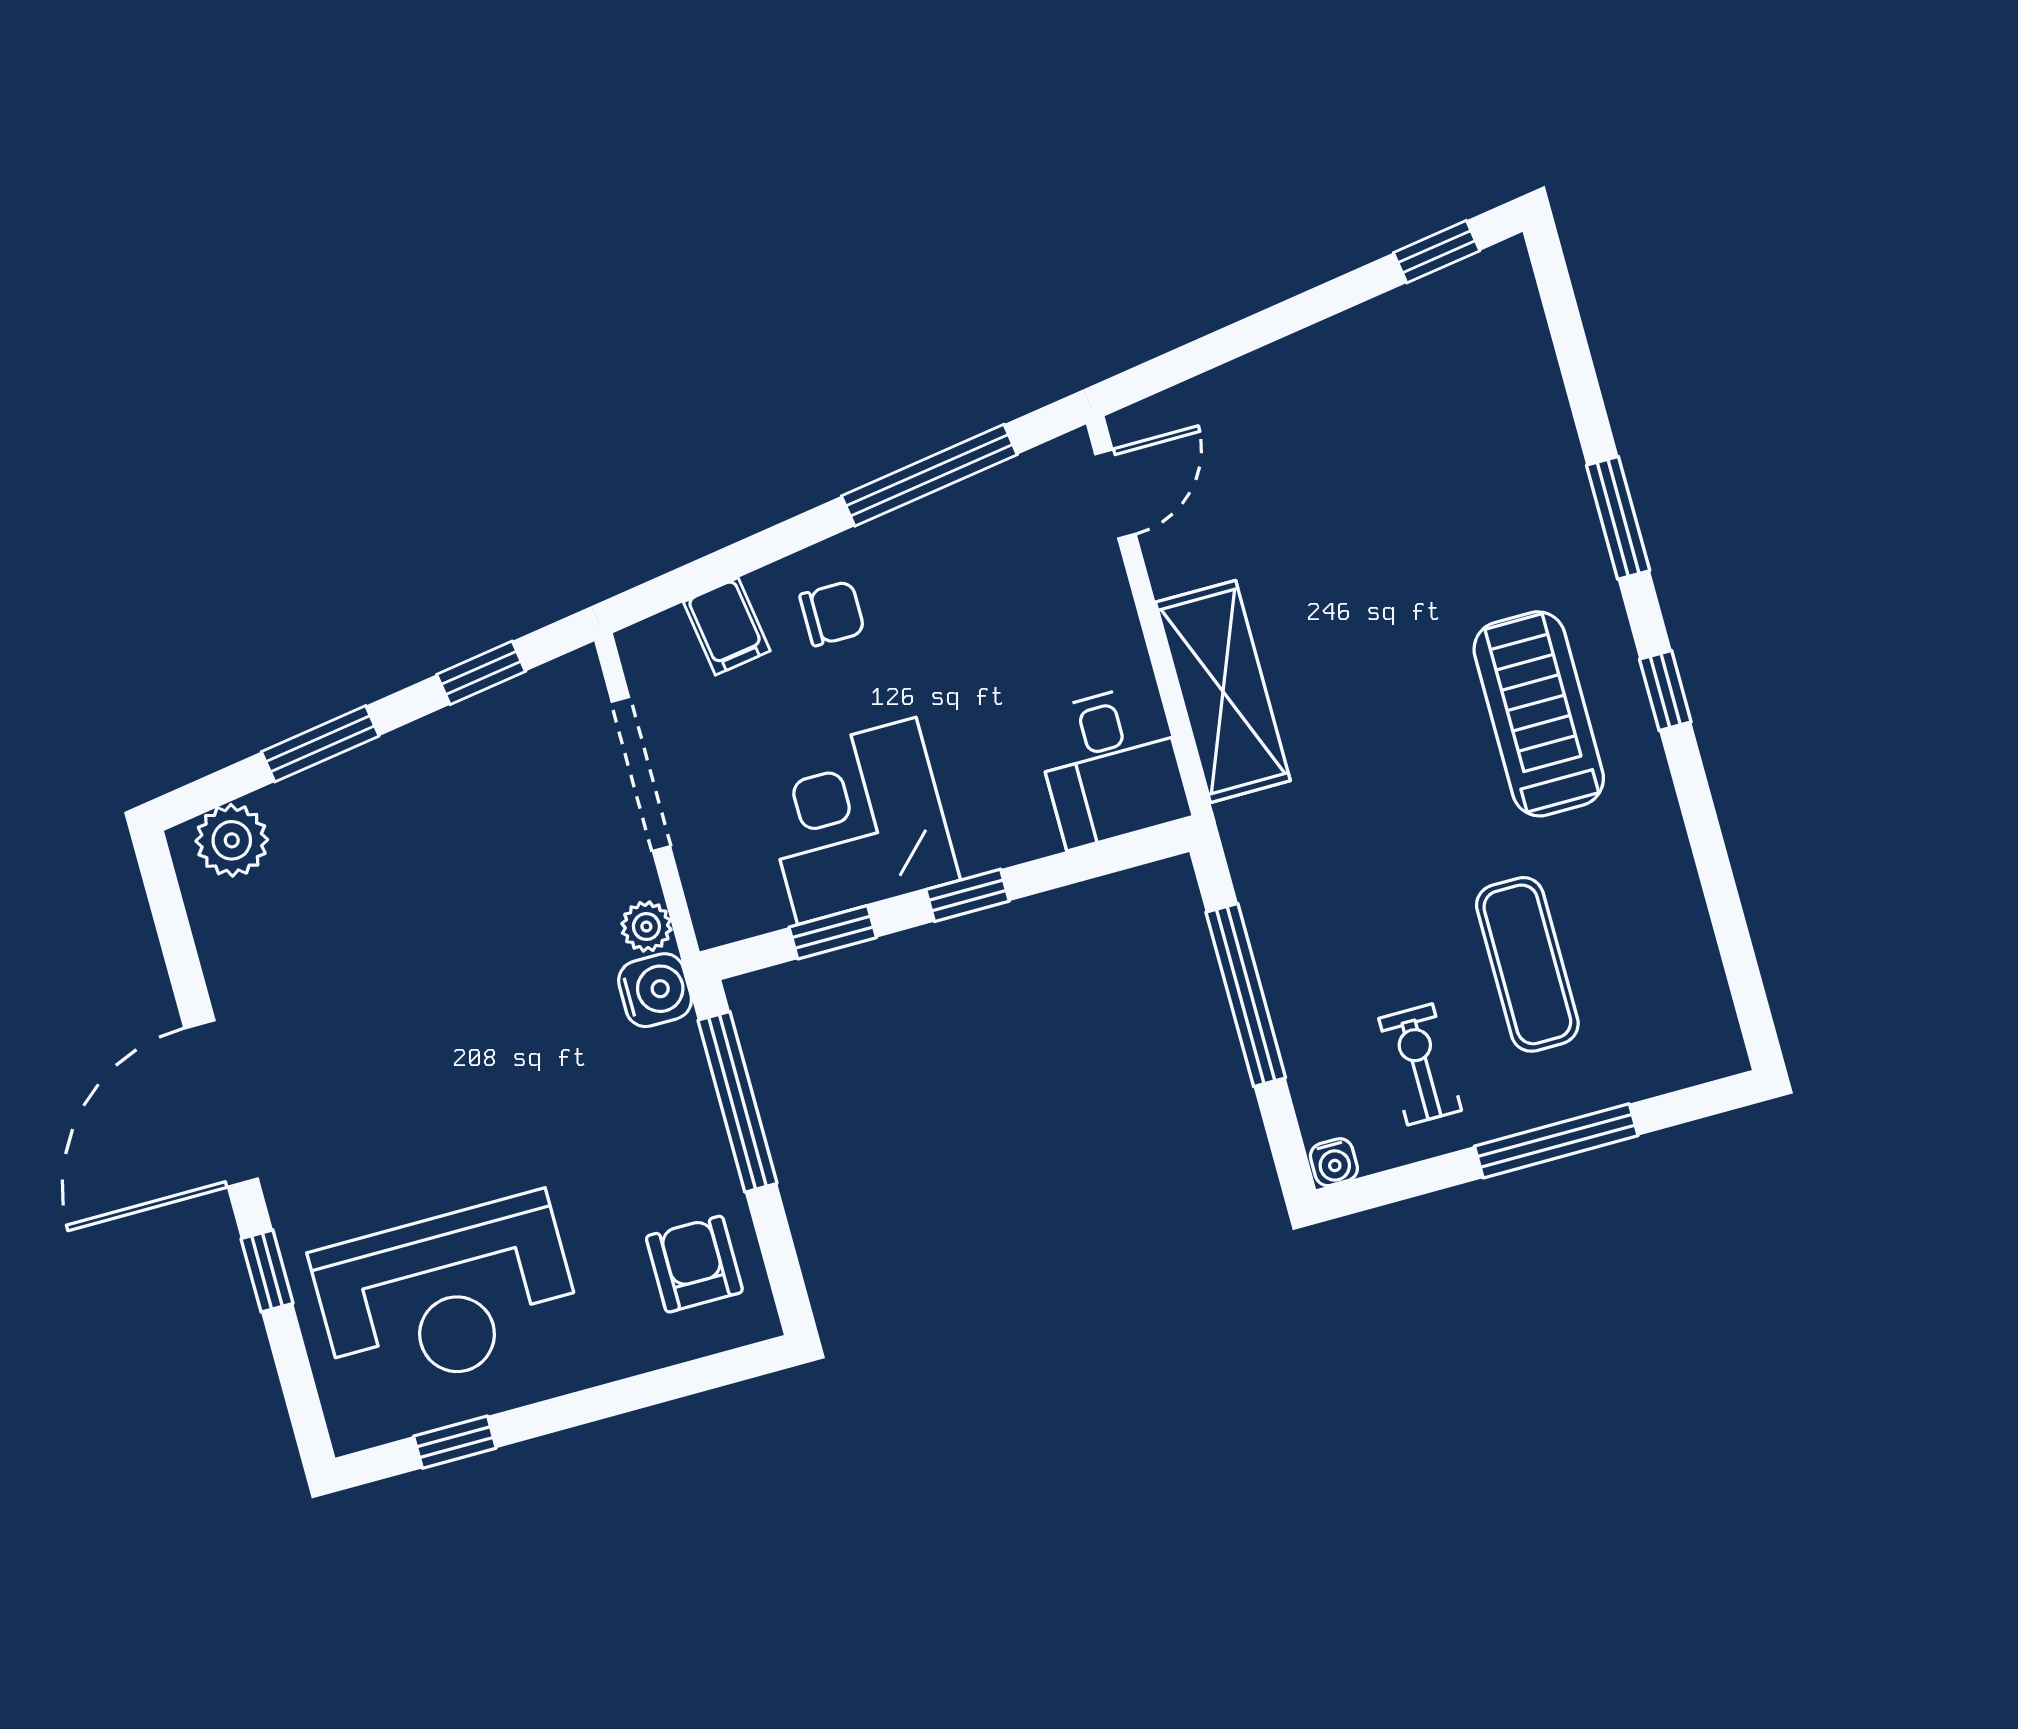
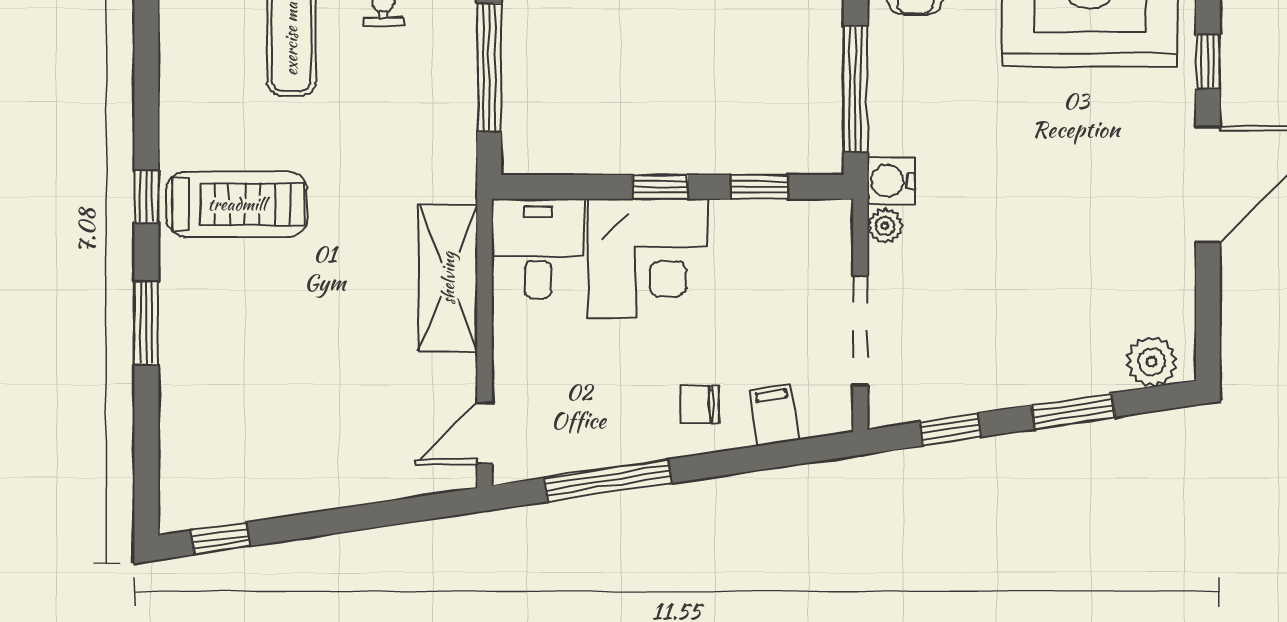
treadmill: (1539, 714) -> (237, 204), turned -90
corner desk: (857, 821) -> (648, 258), moved

